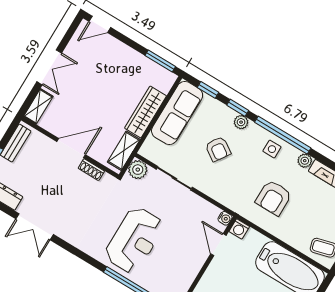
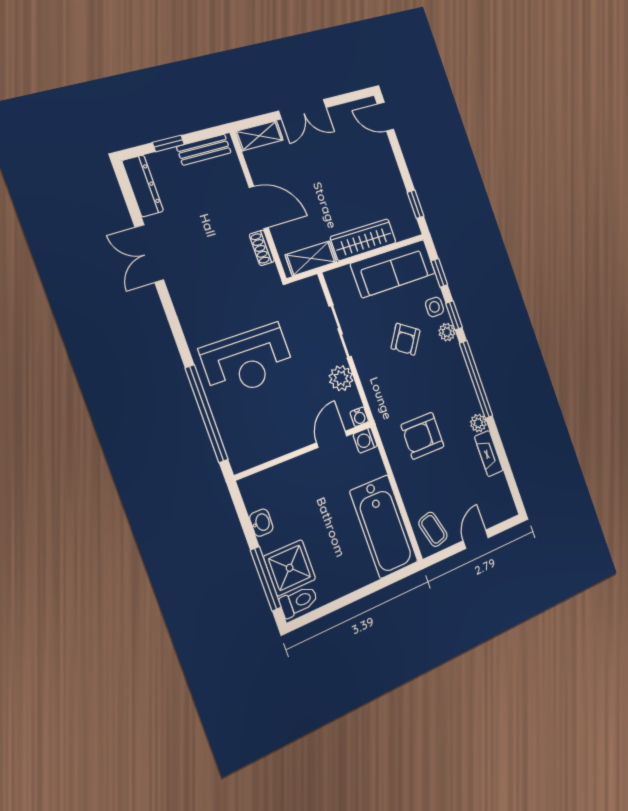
window: (160, 61) -> (416, 204), width x0.67
side table: (272, 149) -> (434, 307), moved
plant: (138, 170) -> (341, 378), moved

